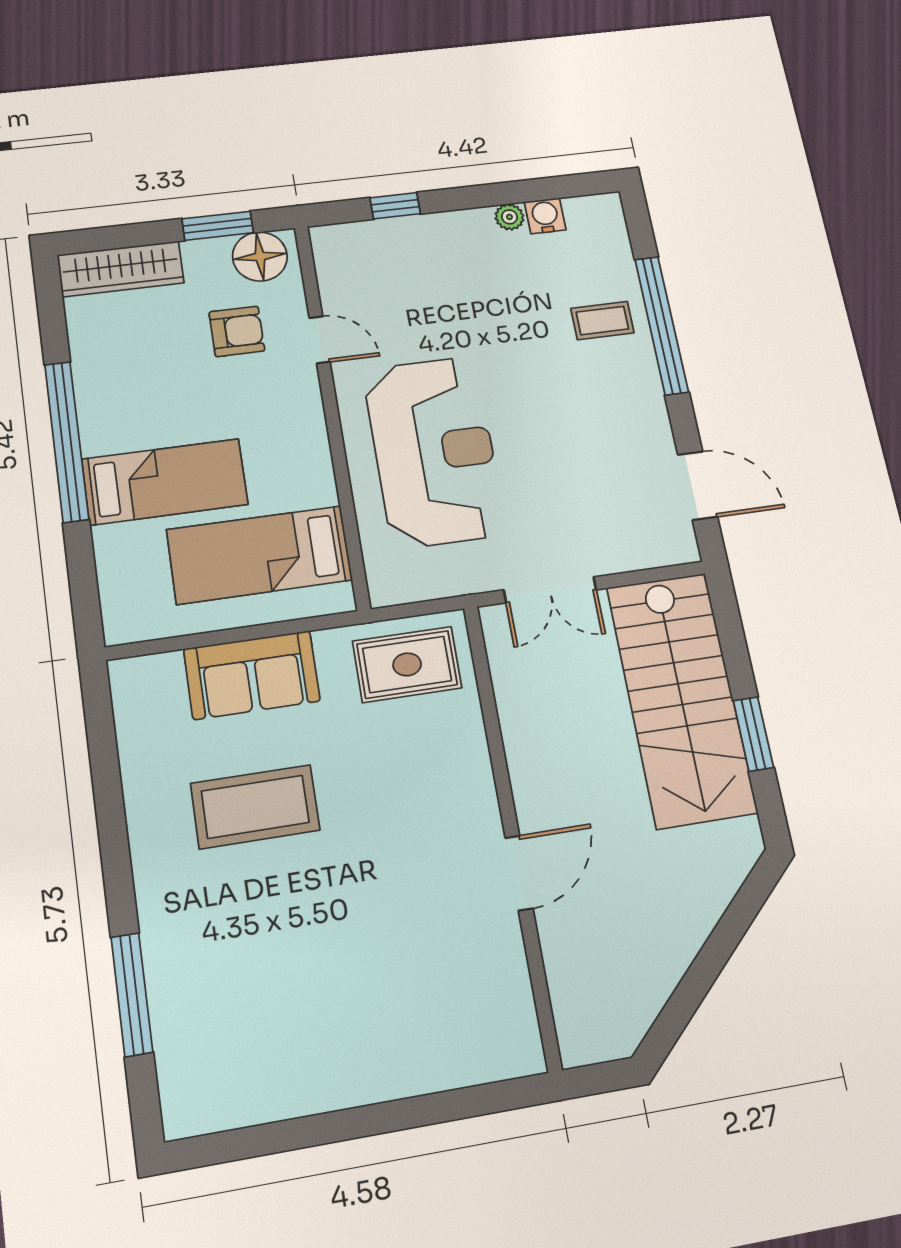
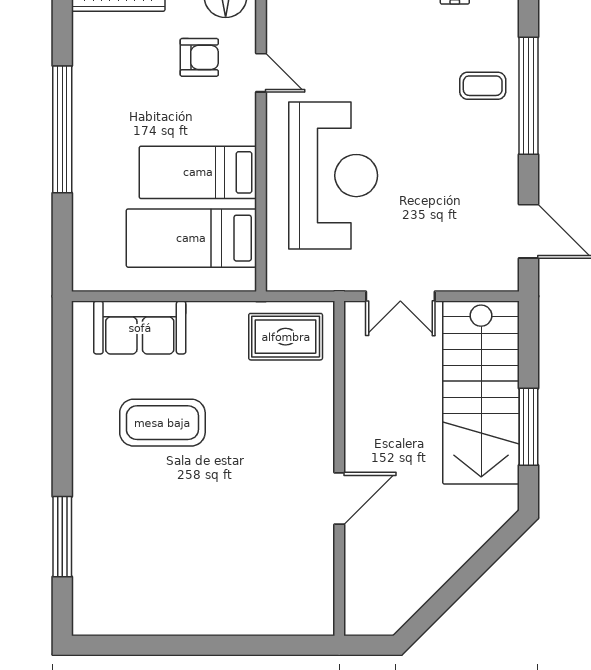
bed: (165, 482) -> (198, 172), moved, turned 180
sofa: (252, 675) -> (140, 328), moved
window: (753, 734) -> (529, 427), width x1.44

